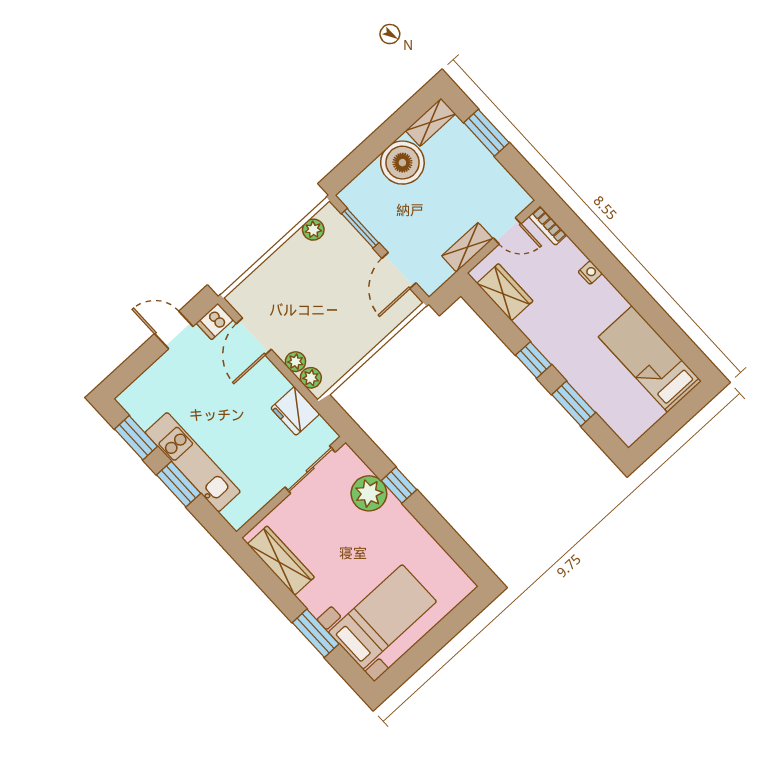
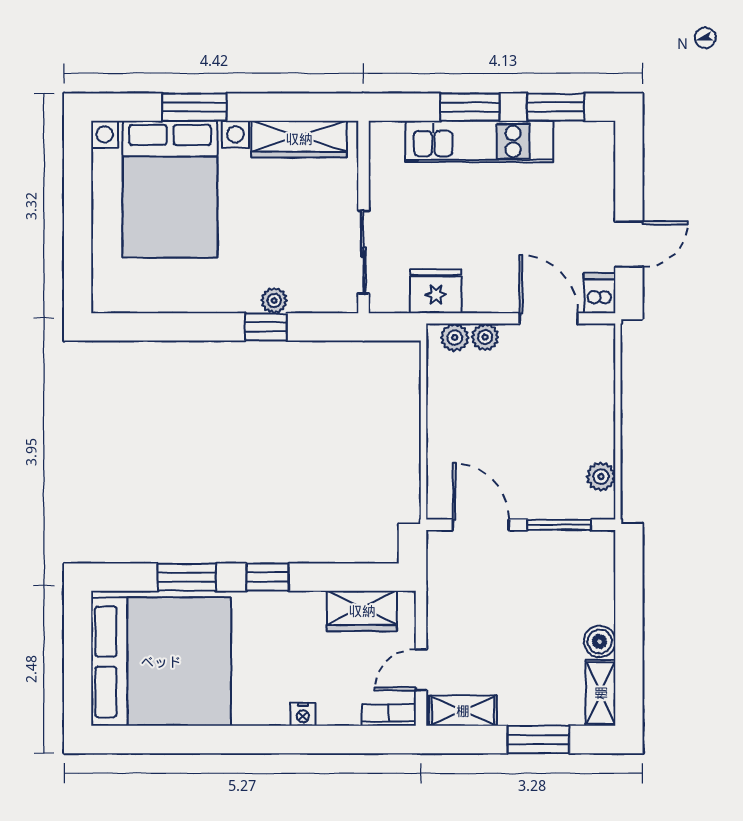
boiler: (402, 163) -> (600, 641), width x0.54, depth x0.54
shelving: (467, 247) -> (463, 711), moved, turned 90
bed: (650, 359) -> (161, 662), width x2.04
plant: (369, 493) -> (274, 301), width x0.53, depth x0.53
bed with nightstands: (382, 617) -> (170, 189), width x1.36

